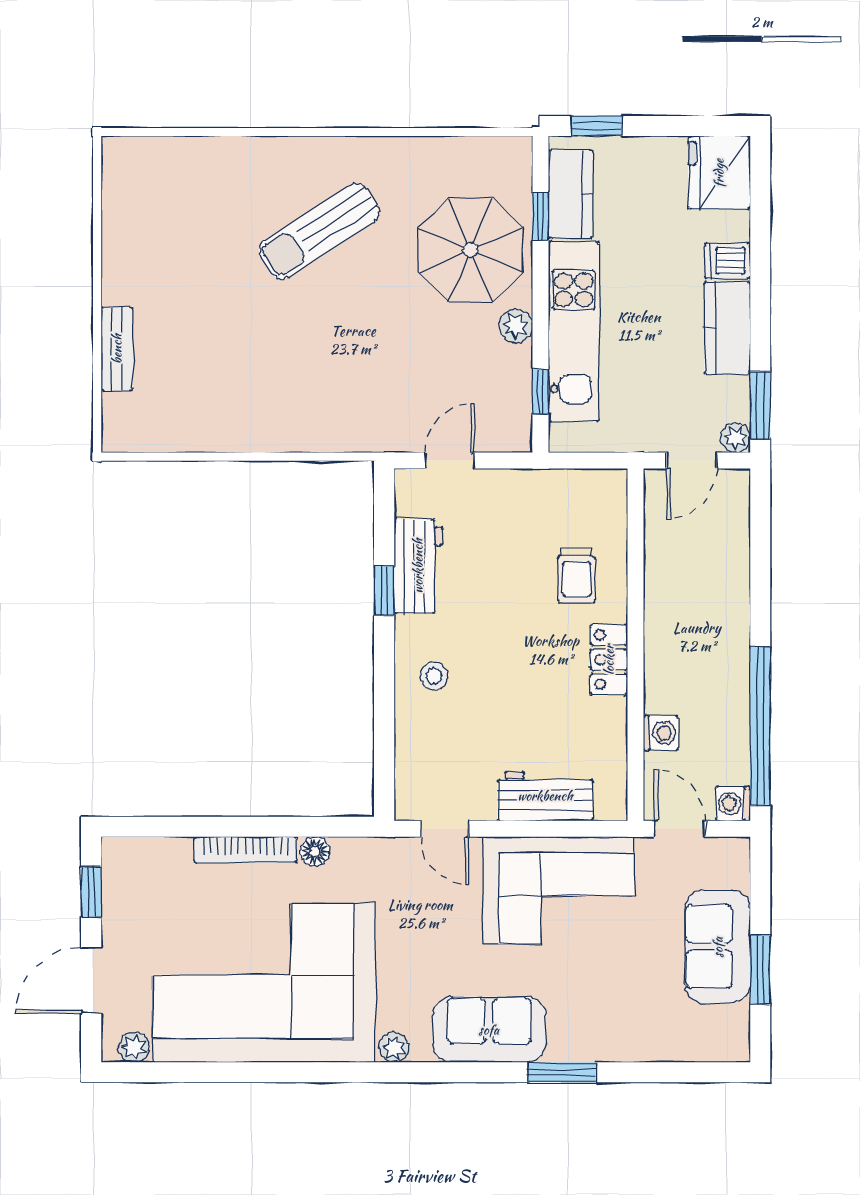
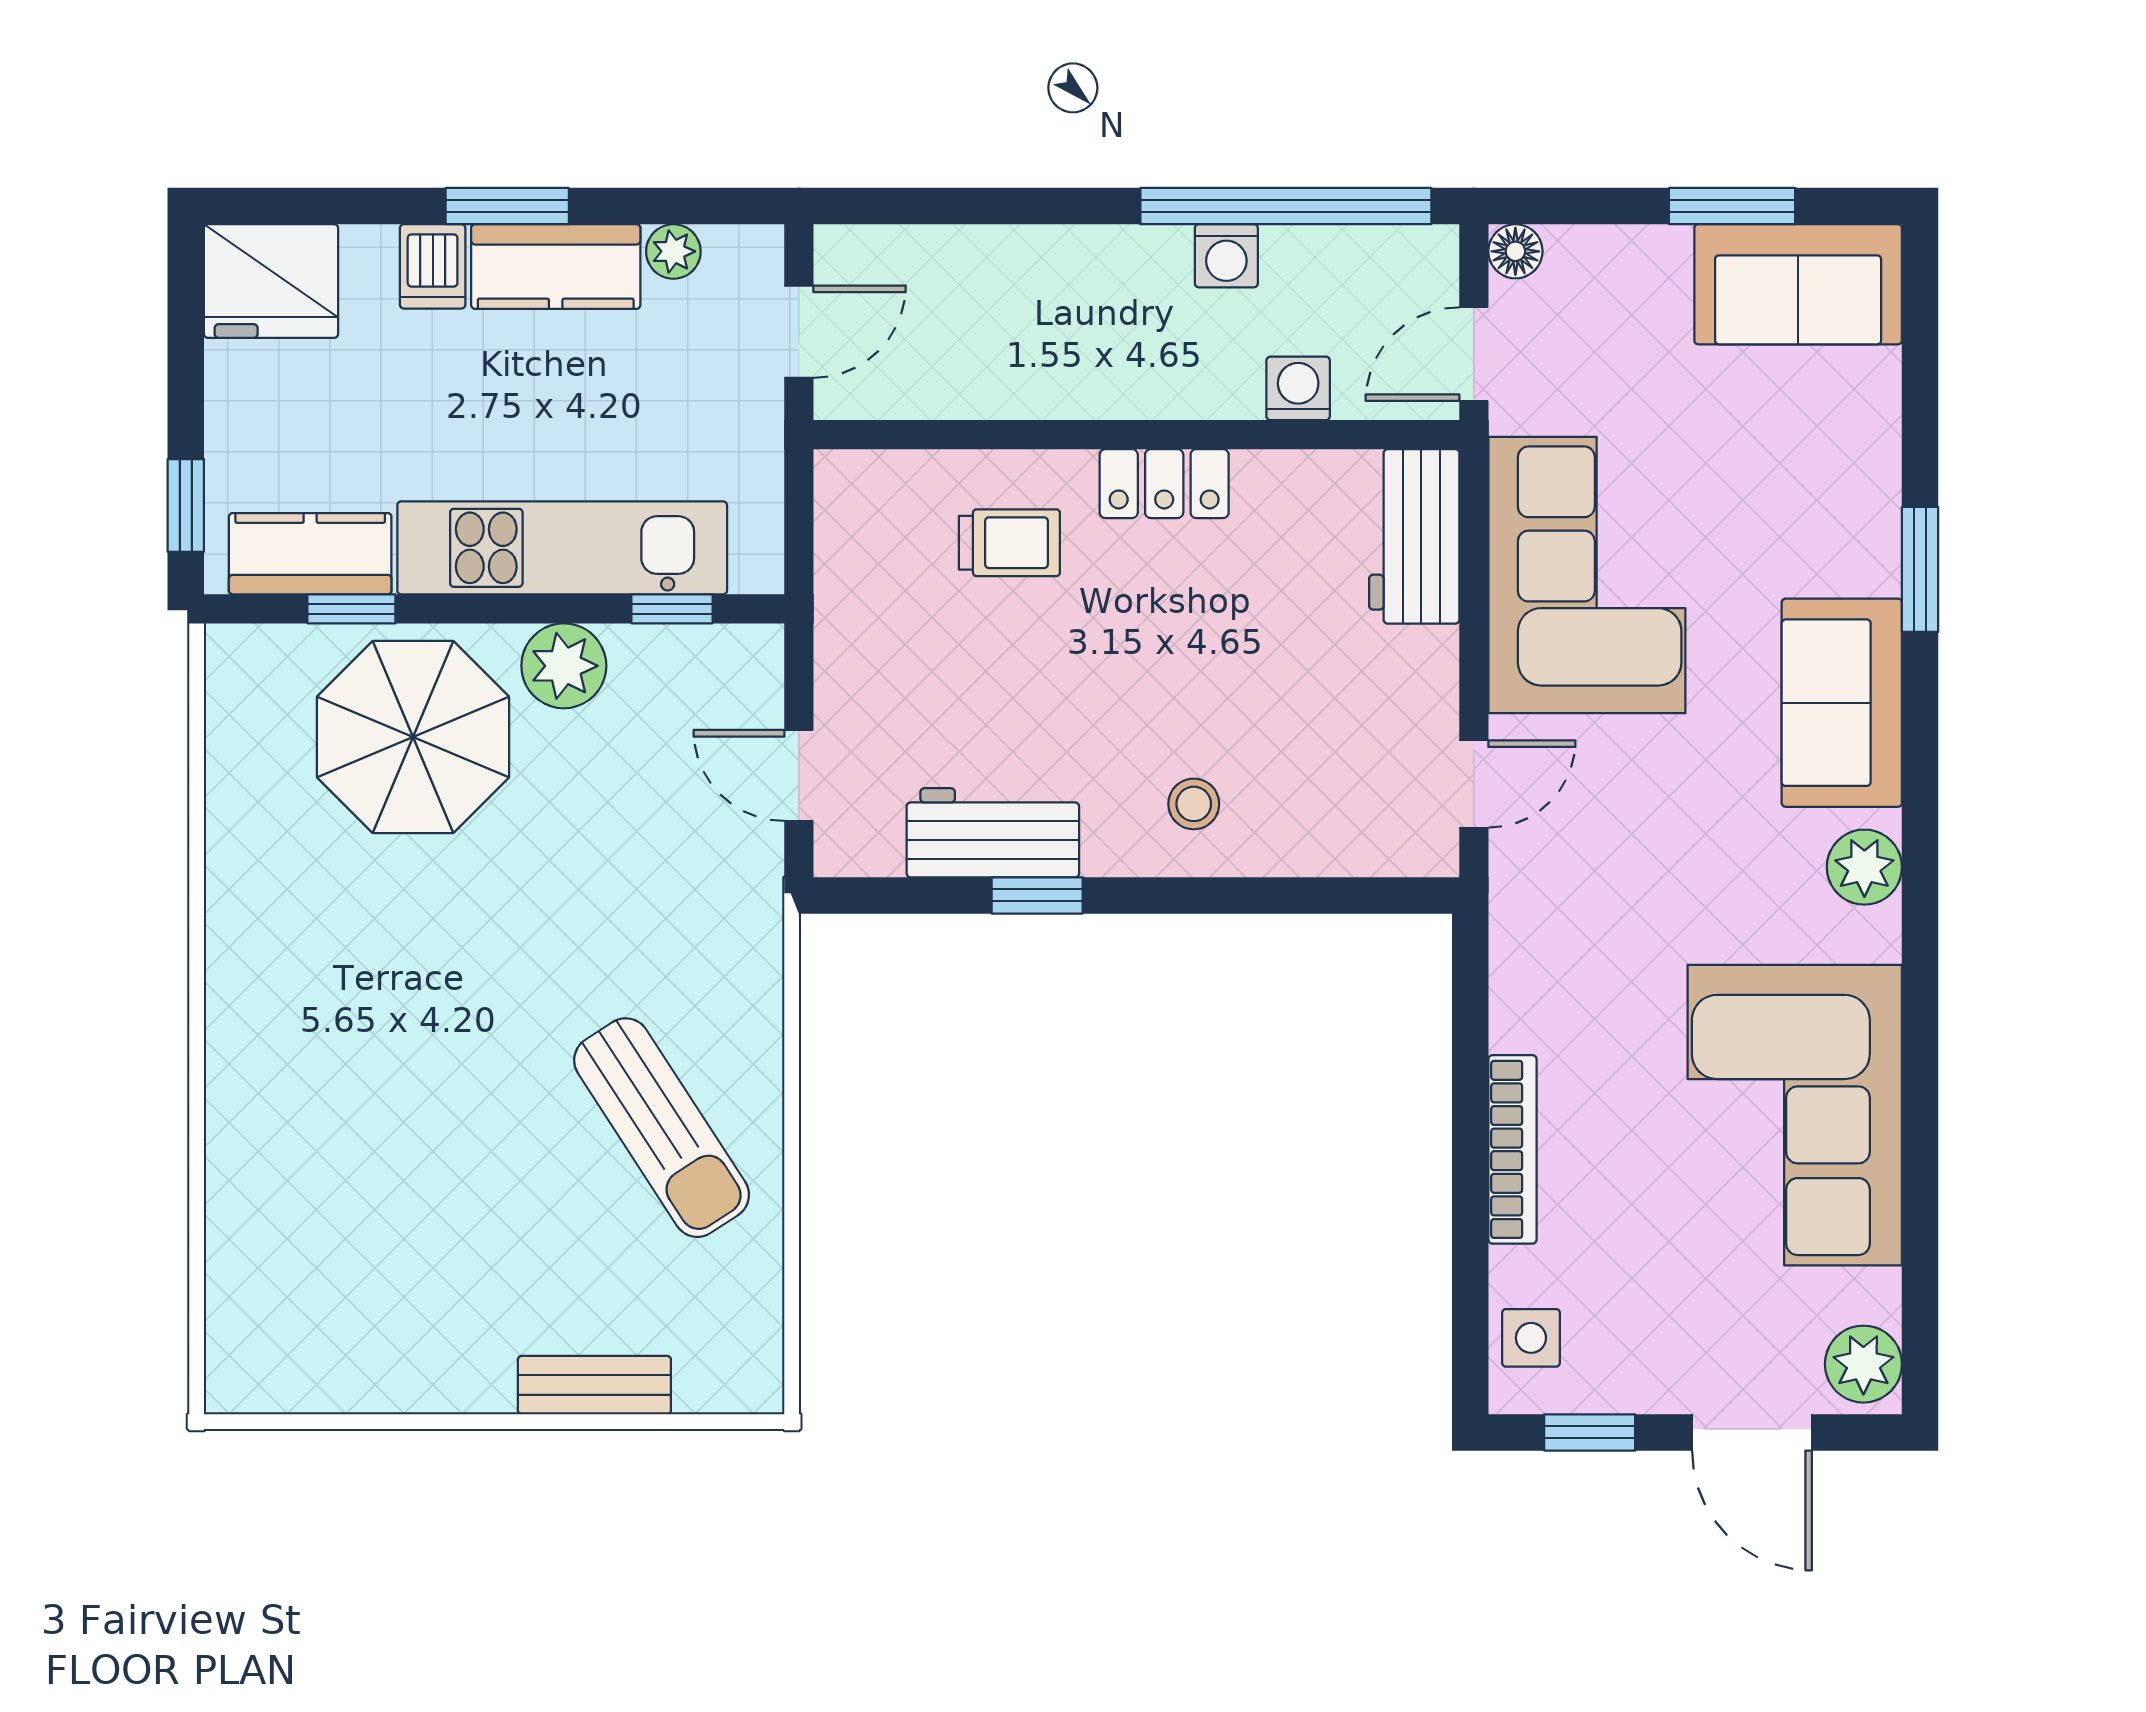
sun lounger: (319, 231) -> (662, 1128), moved
plant: (516, 326) -> (564, 666), width x1.38, depth x1.38
window: (760, 405) -> (507, 206), moved
plant: (735, 438) -> (673, 251), moved
door: (692, 461) -> (799, 332), hinge flipped
workbench: (545, 796) -> (1414, 536), moved
washing machine: (733, 804) -> (1226, 256), moved
floor lamp: (315, 851) -> (1515, 251), moved
side table: (143, 860) -> (1531, 1338), added
sofa: (718, 947) -> (1798, 284), moved
corner sofa: (264, 983) -> (1795, 1115), width x0.73, depth x0.74
plant: (134, 1047) -> (1863, 1364), width x1.38, depth x1.38
plant: (394, 1047) -> (1864, 867), width x1.38, depth x1.38

